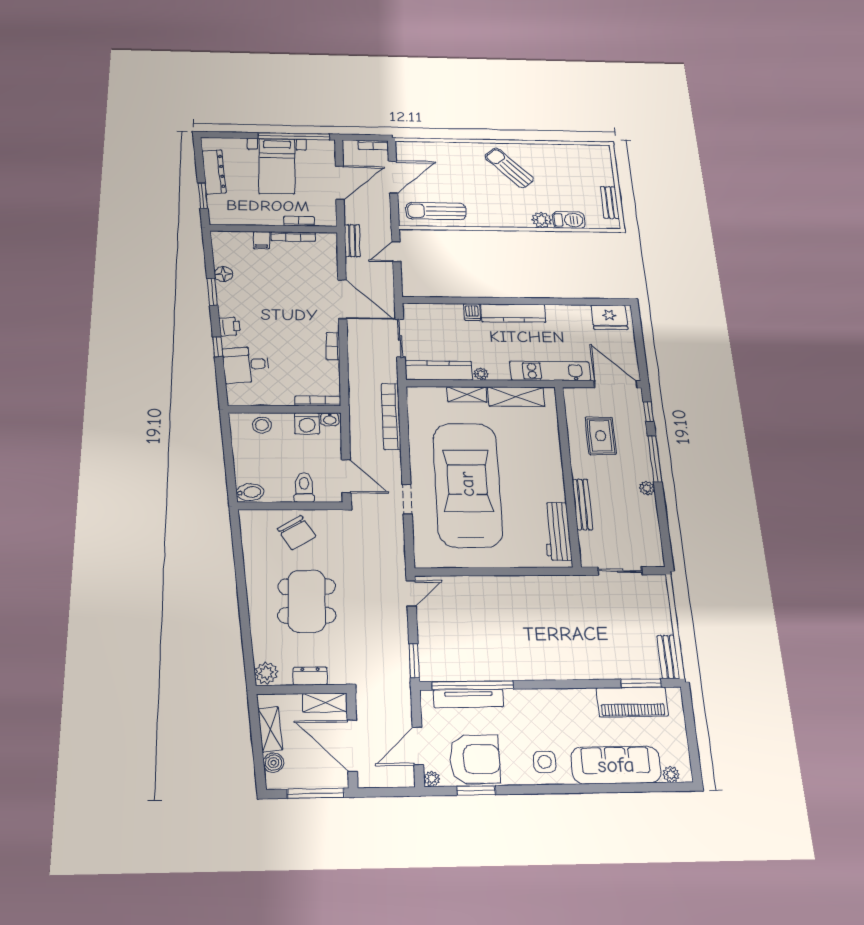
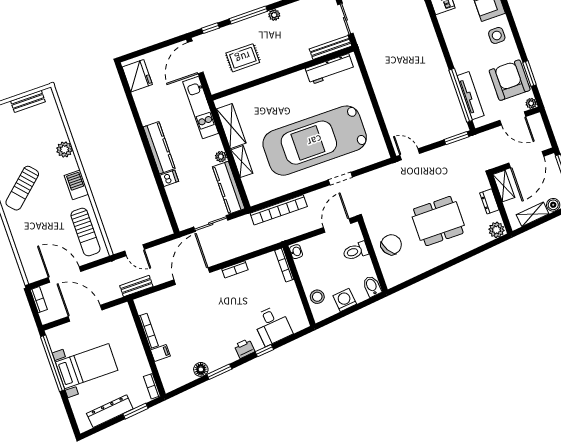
barbecue: (569, 220) -> (76, 185), moved
bookcase: (299, 221) -> (152, 386), moved
washing machine: (307, 423) -> (345, 300), moved, turned -96
bench: (582, 504) -> (331, 47), moved

